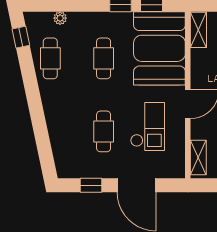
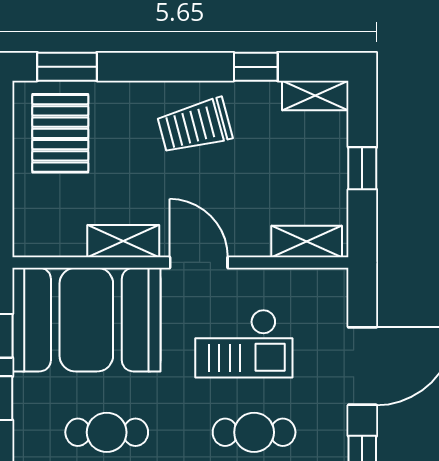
shelving: (198, 30) -> (123, 241), moved
checkout: (148, 126) -> (244, 344), turned 180

